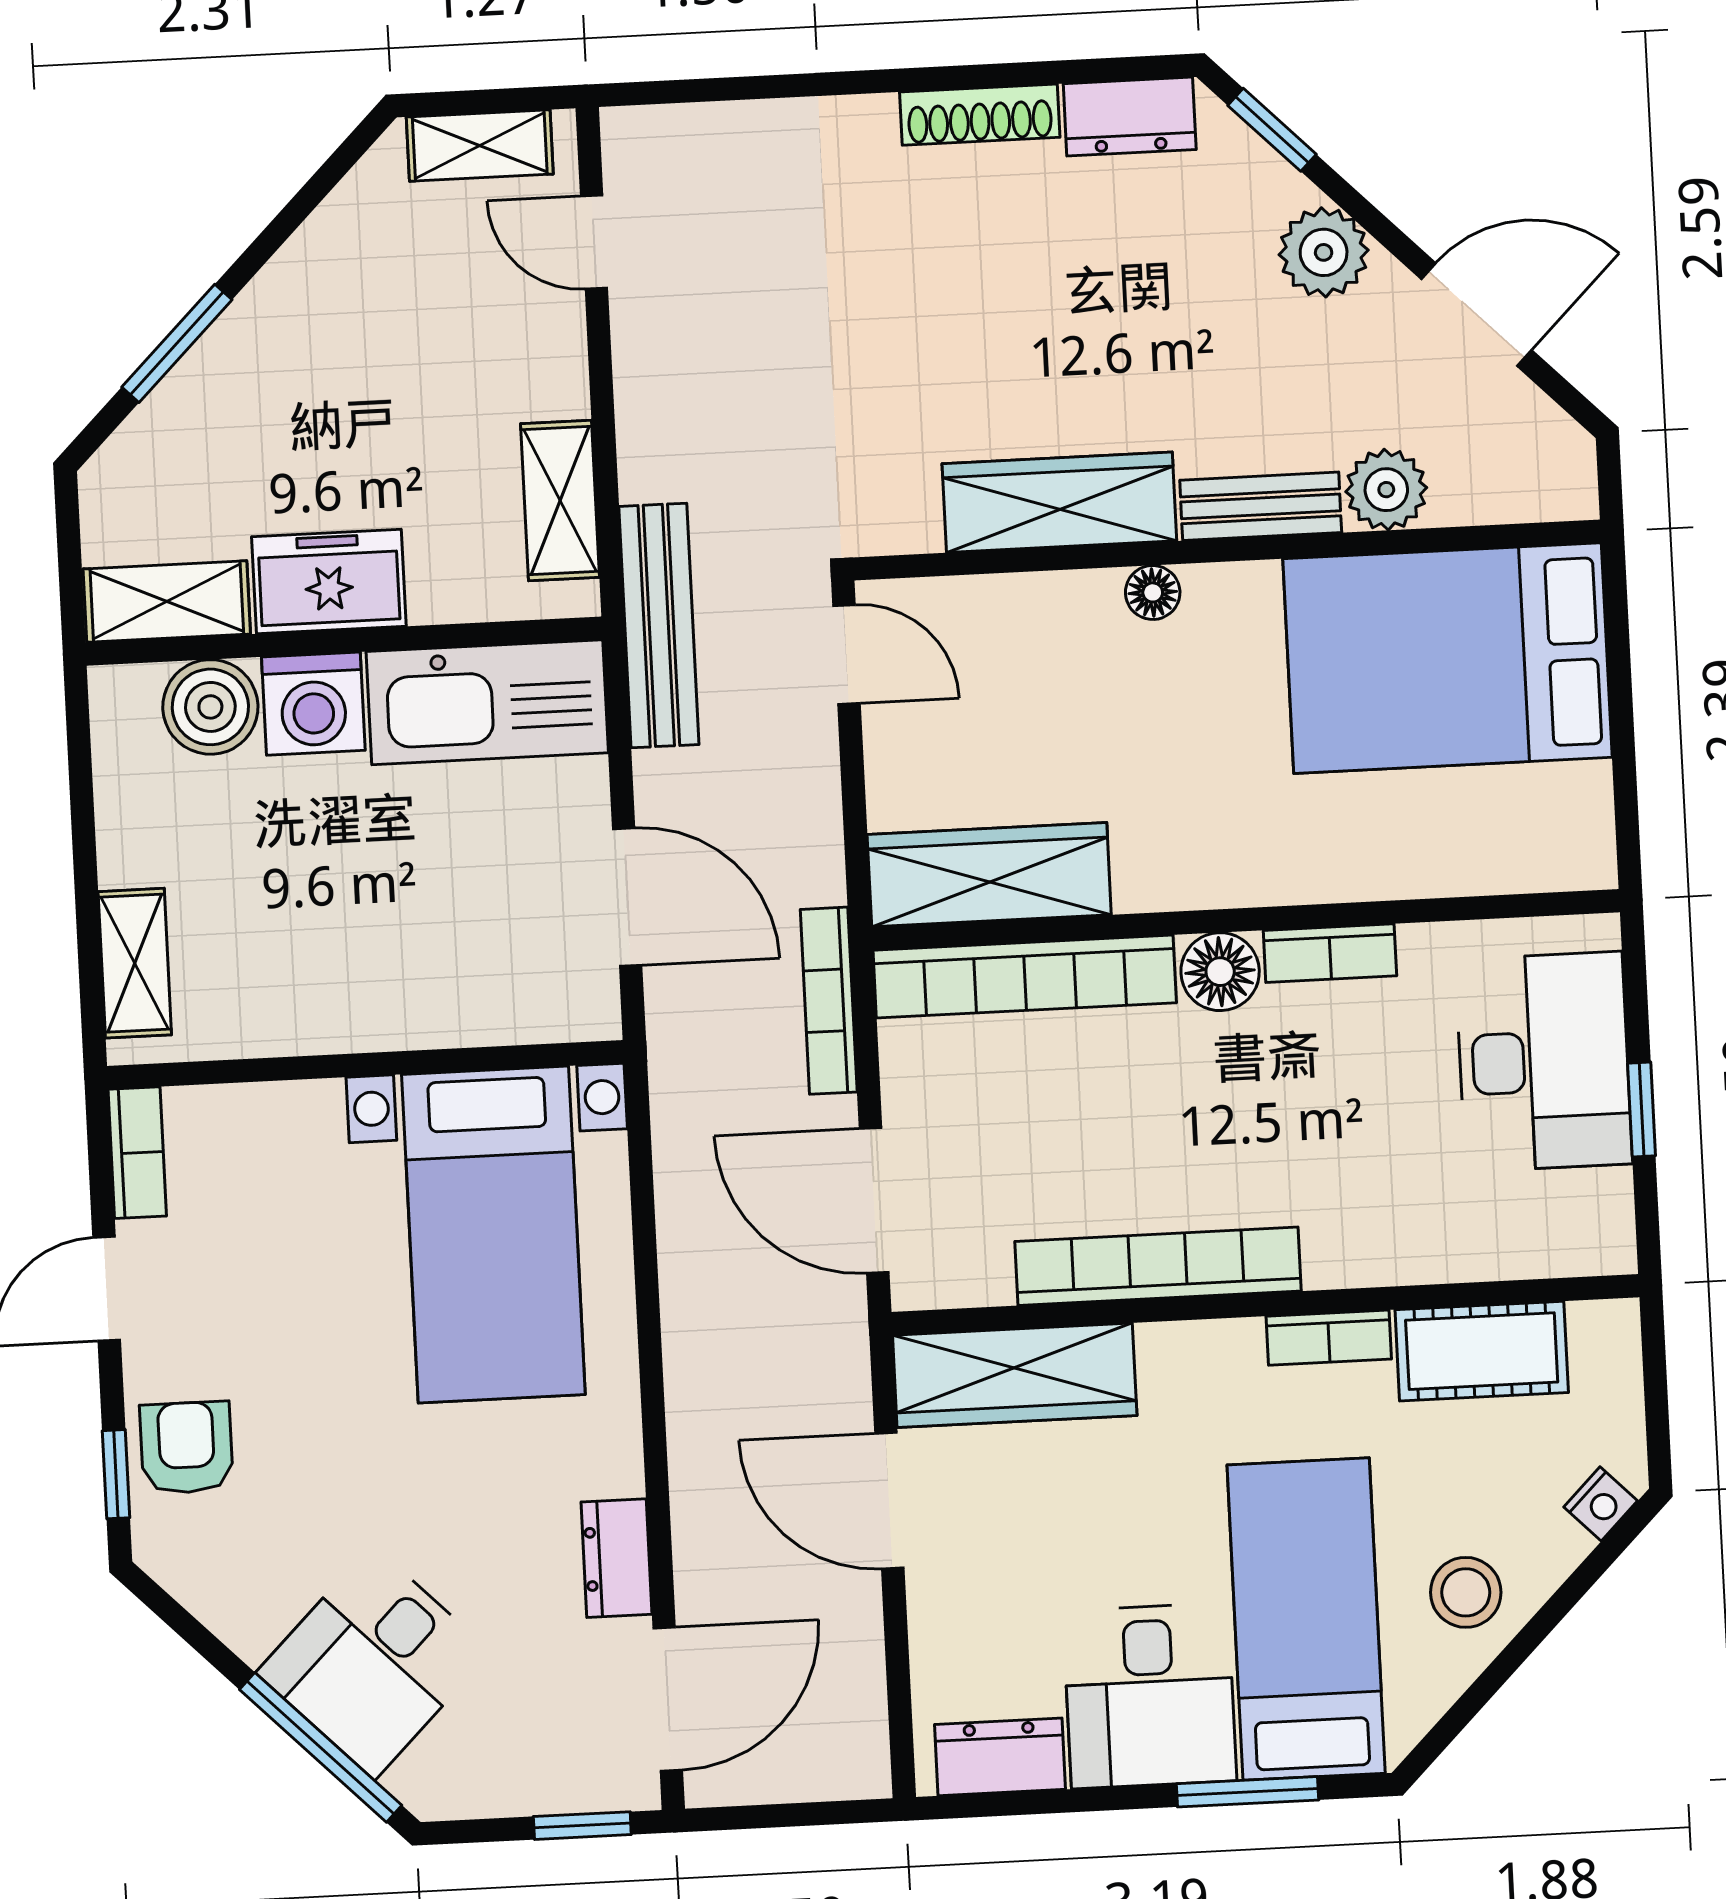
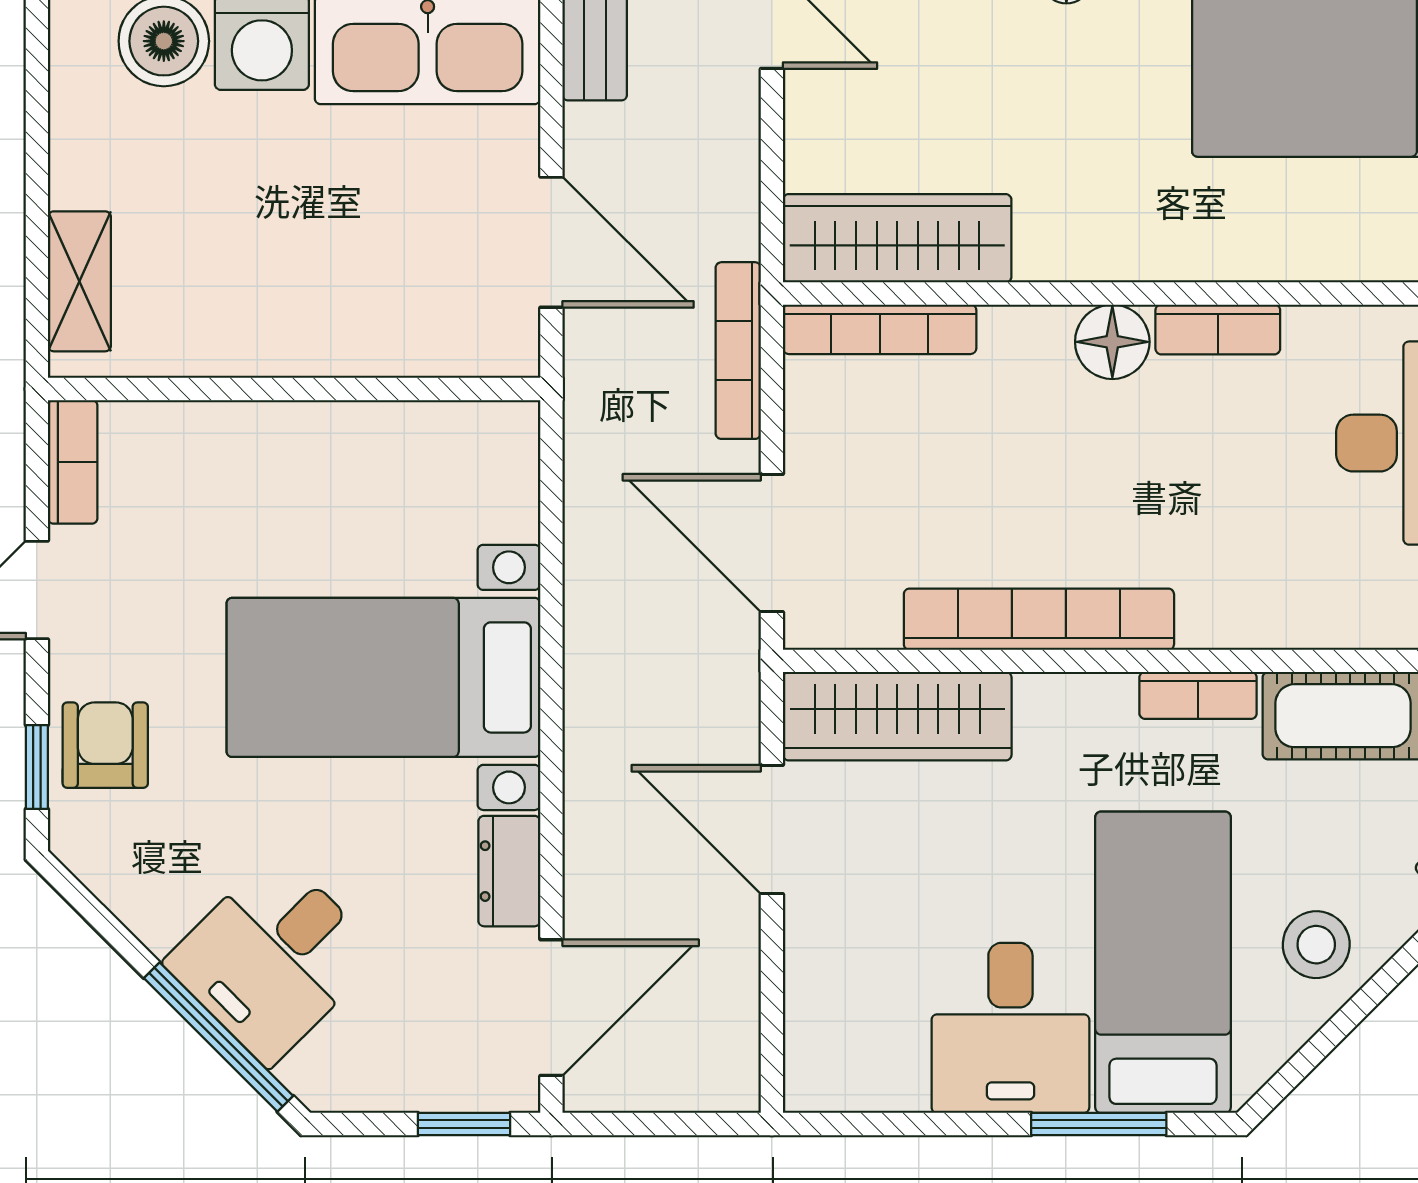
bookcase: (1025, 976) -> (880, 329), width x0.68, depth x0.76
bed with nightstands: (493, 1234) -> (383, 677), moved, turned 90
dresser: (1000, 1757) -> (865, 1079), removed

